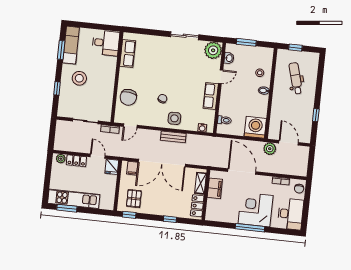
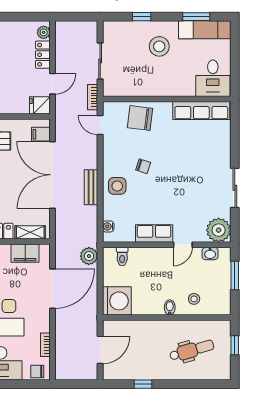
row of seats: (128, 53) -> (201, 111), width x1.48
door: (221, 77) -> (183, 245), hinge flipped
plant: (270, 149) -> (89, 256), moved

